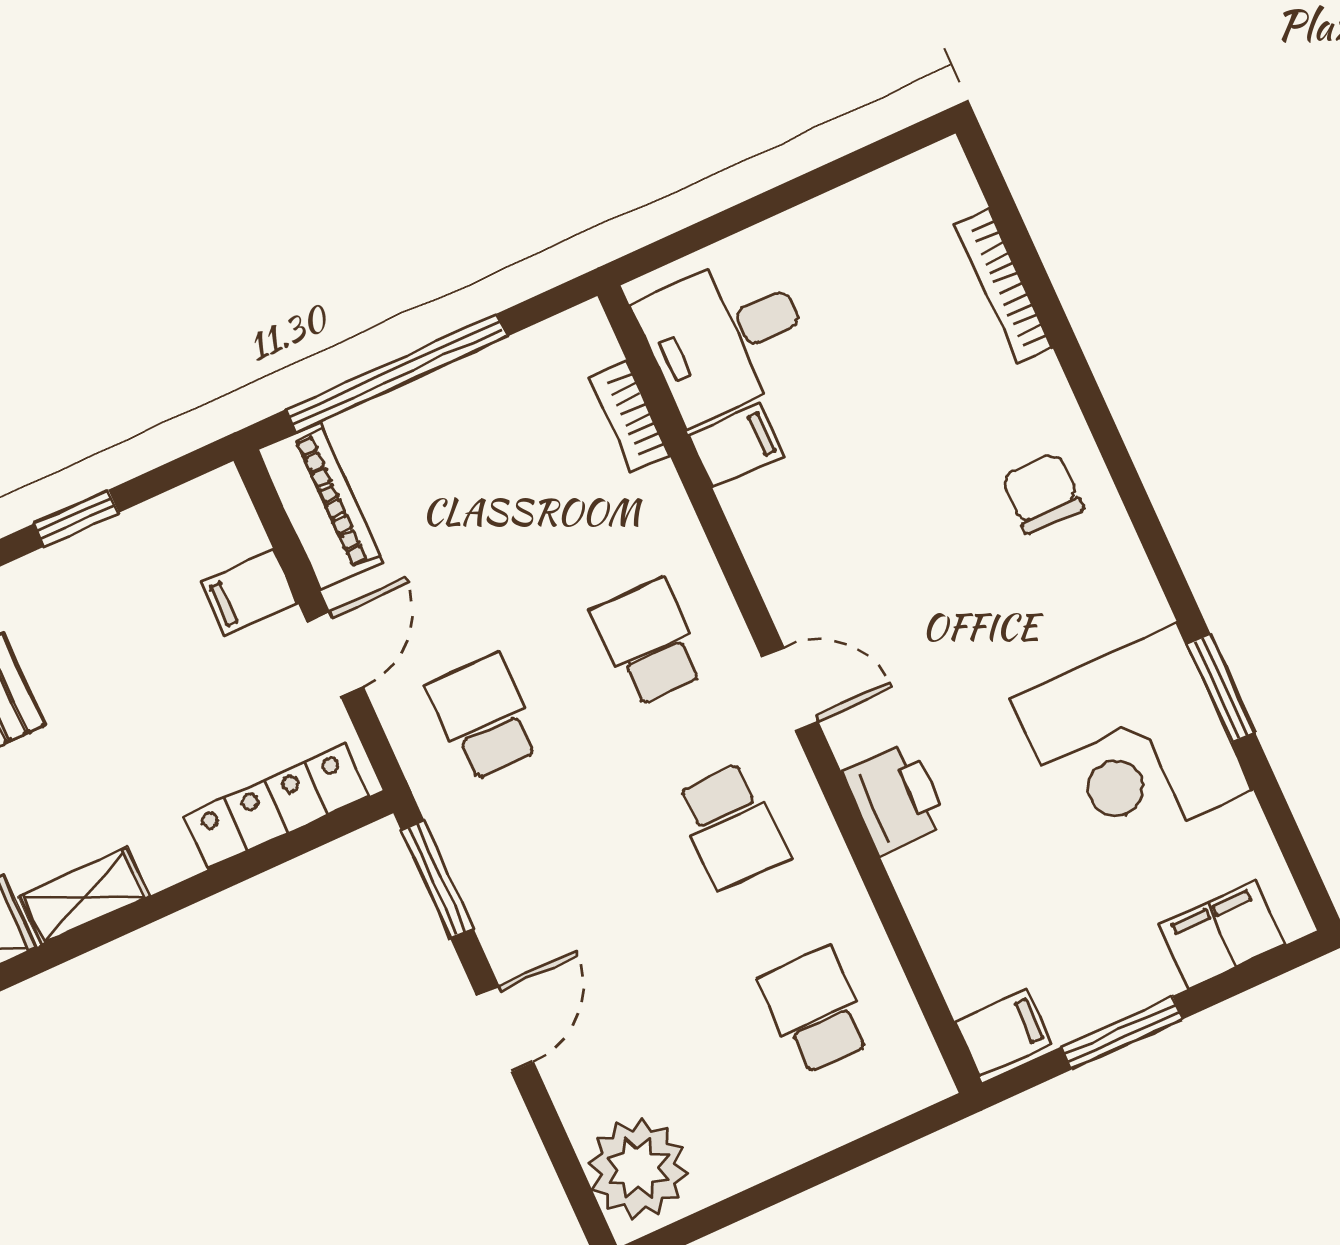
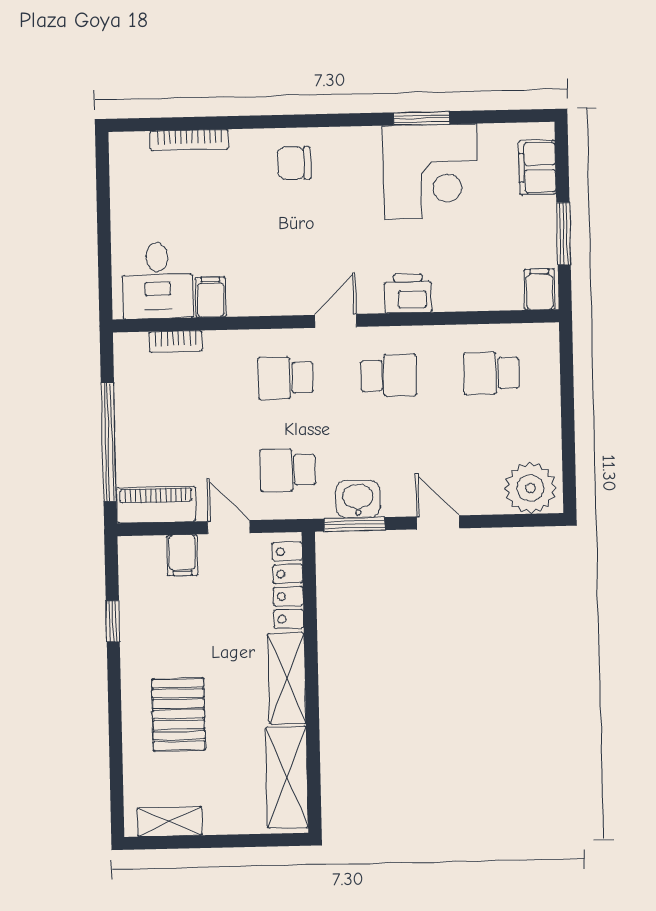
washbasin: (485, 866) -> (358, 499), added
shelving: (84, 896) -> (287, 678), width x1.50, depth x1.33

